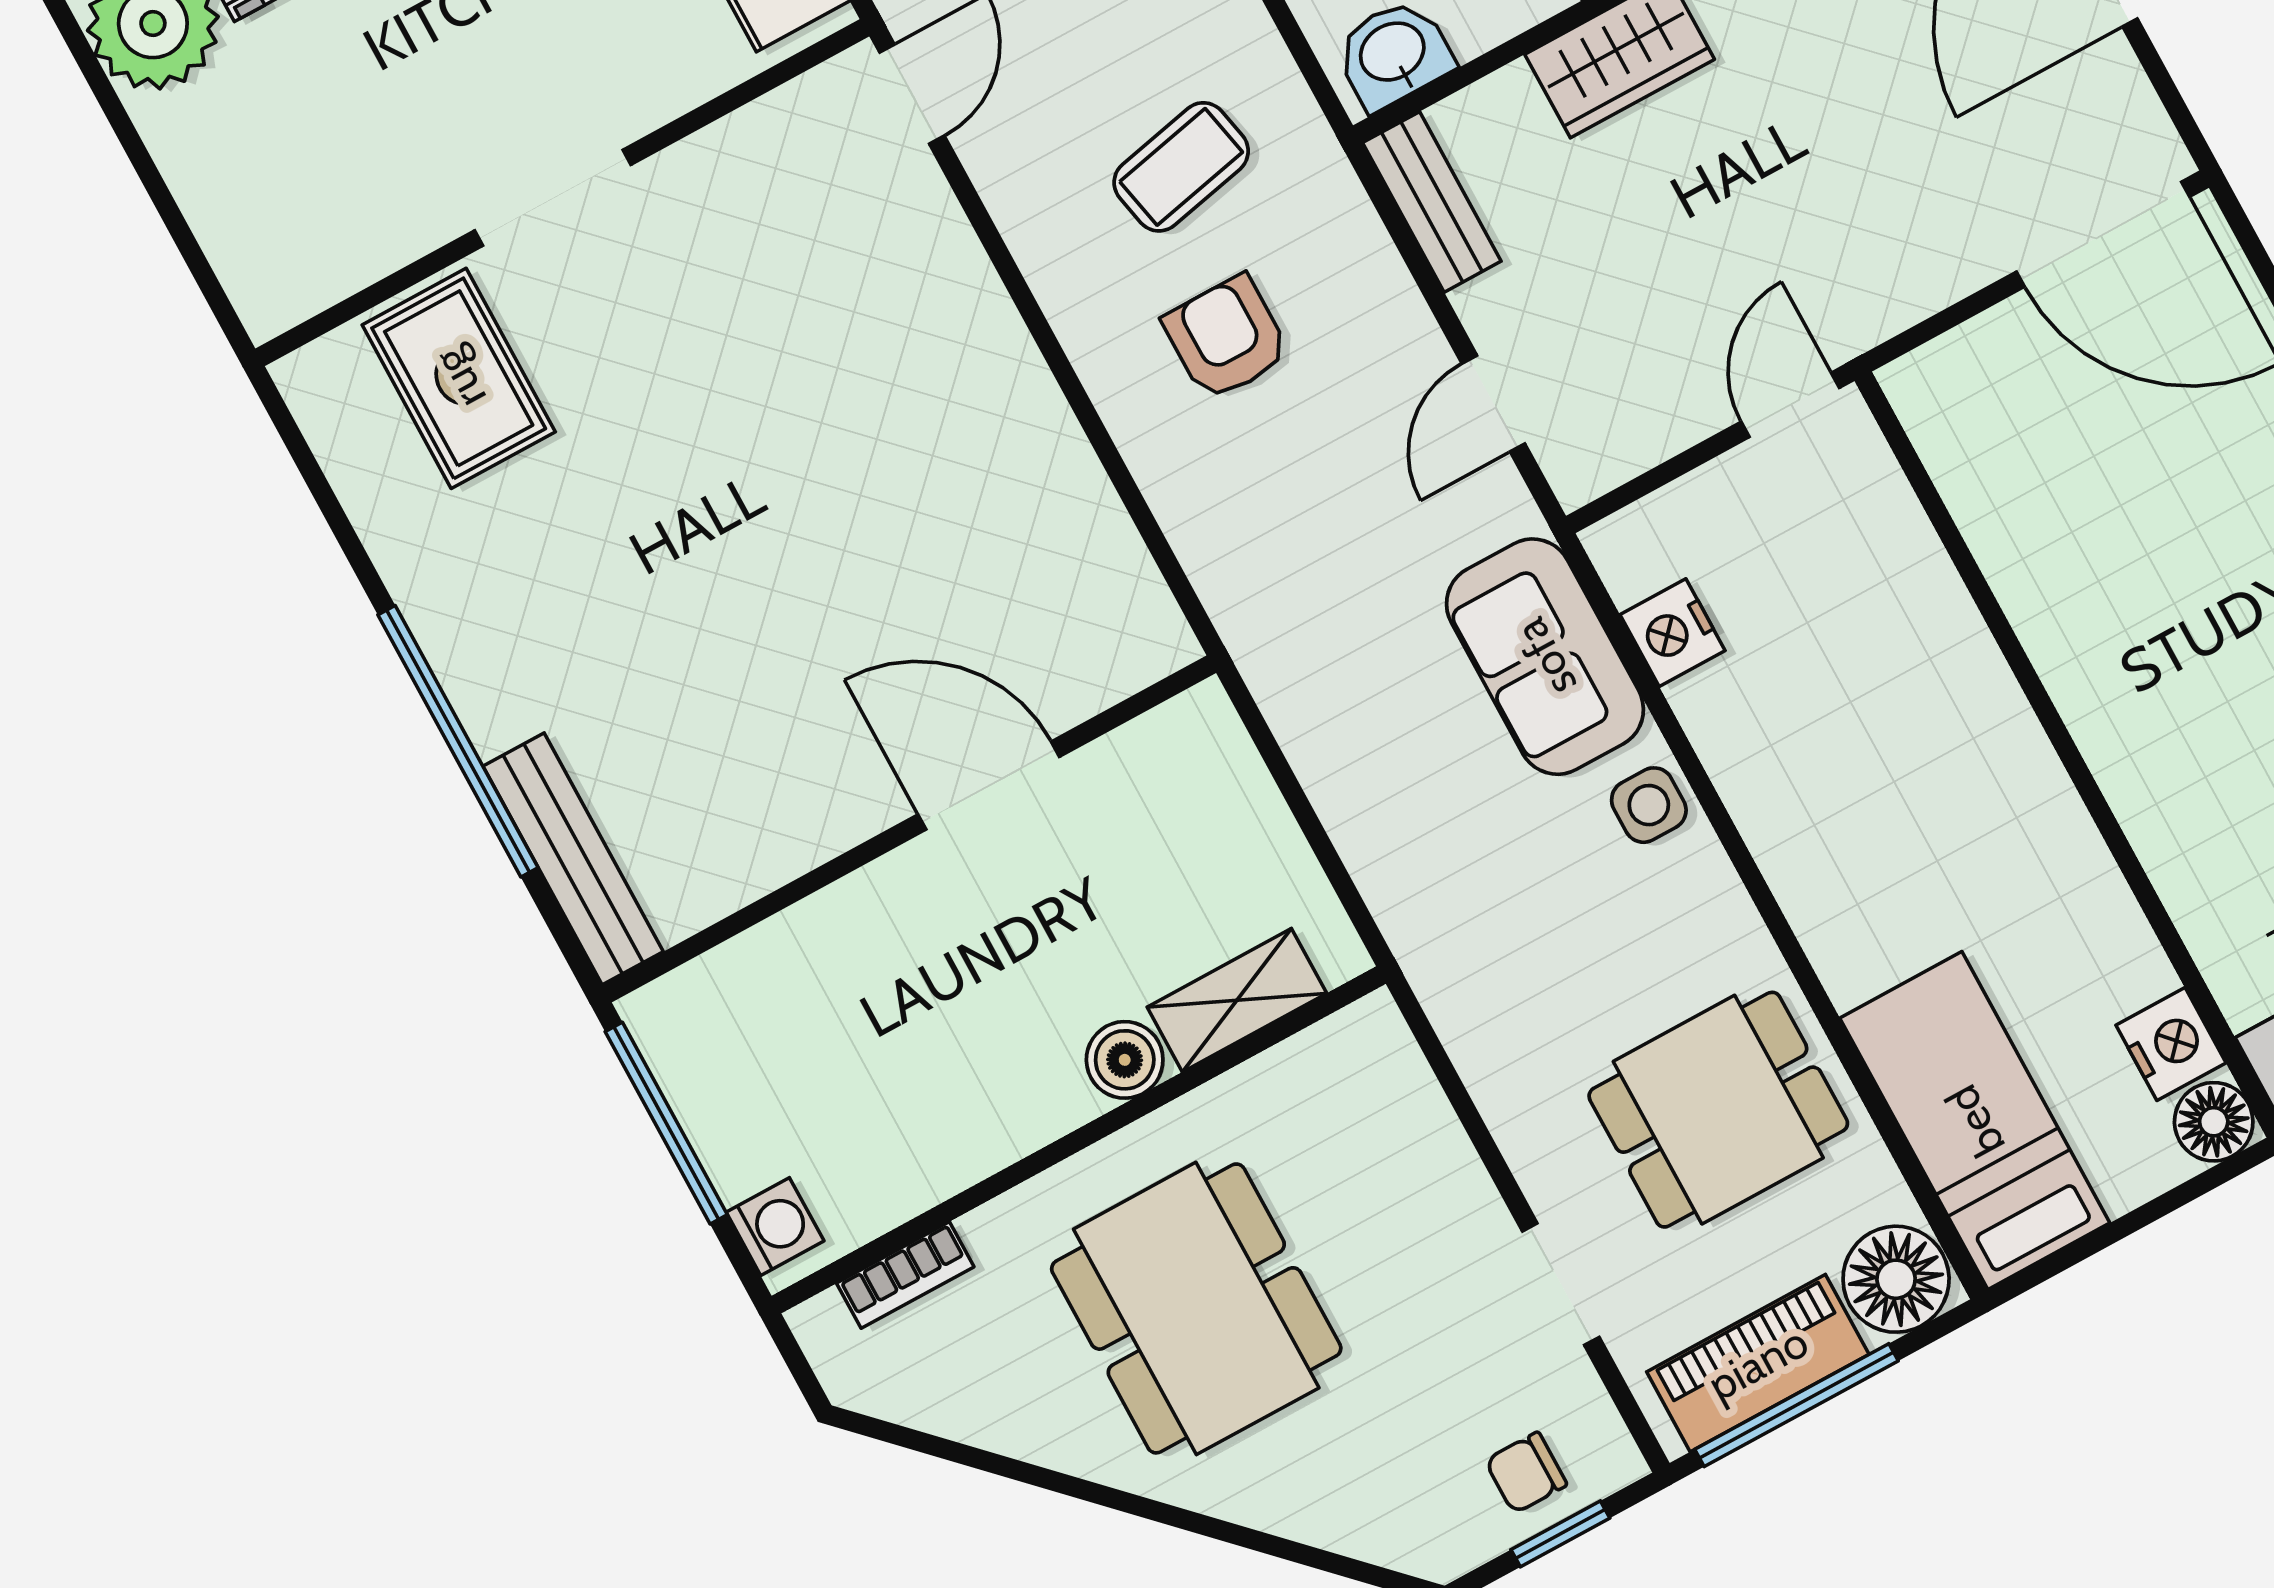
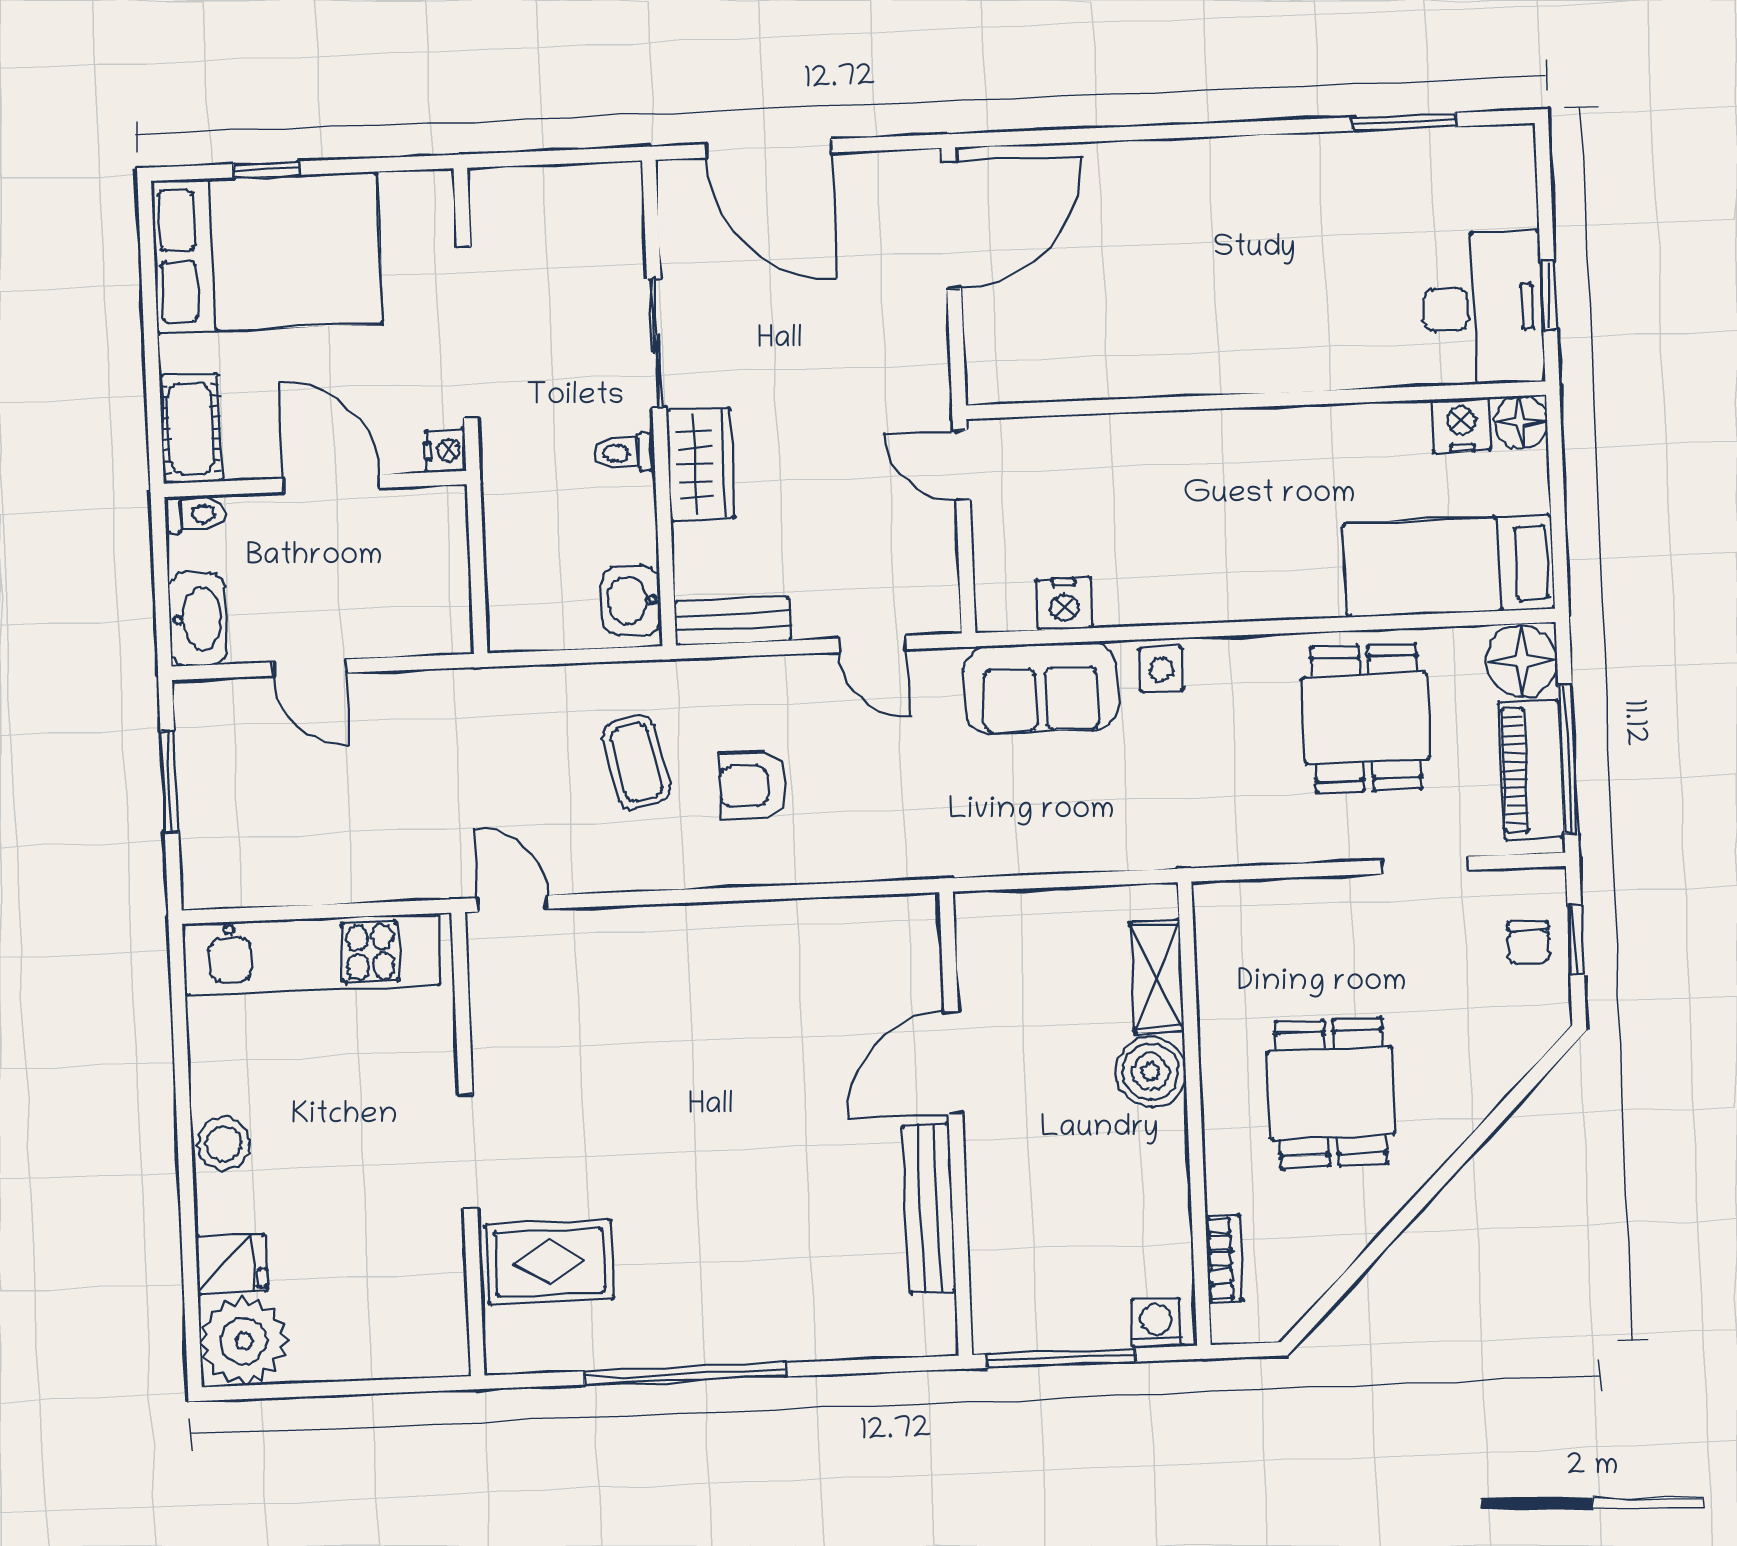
window: (458, 741) -> (685, 1374), moved
bench: (573, 859) -> (929, 1208), moved, turned 90
boiler: (1125, 1060) -> (1151, 1072), width x1.36, depth x1.36
dining table: (1196, 1308) -> (1331, 1093), width x0.73

